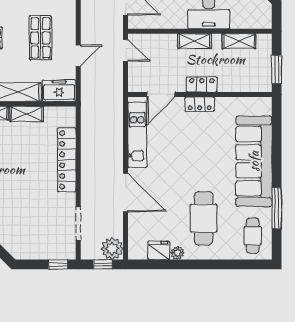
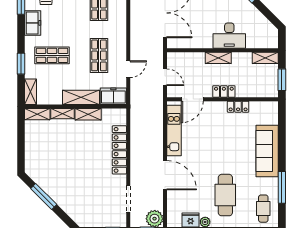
shelving: (239, 41) -> (265, 58), moved
door: (126, 50) -> (165, 77), moved
locker: (200, 104) -> (238, 107), moved
sofa: (254, 161) -> (267, 151), width x0.74, depth x0.79

